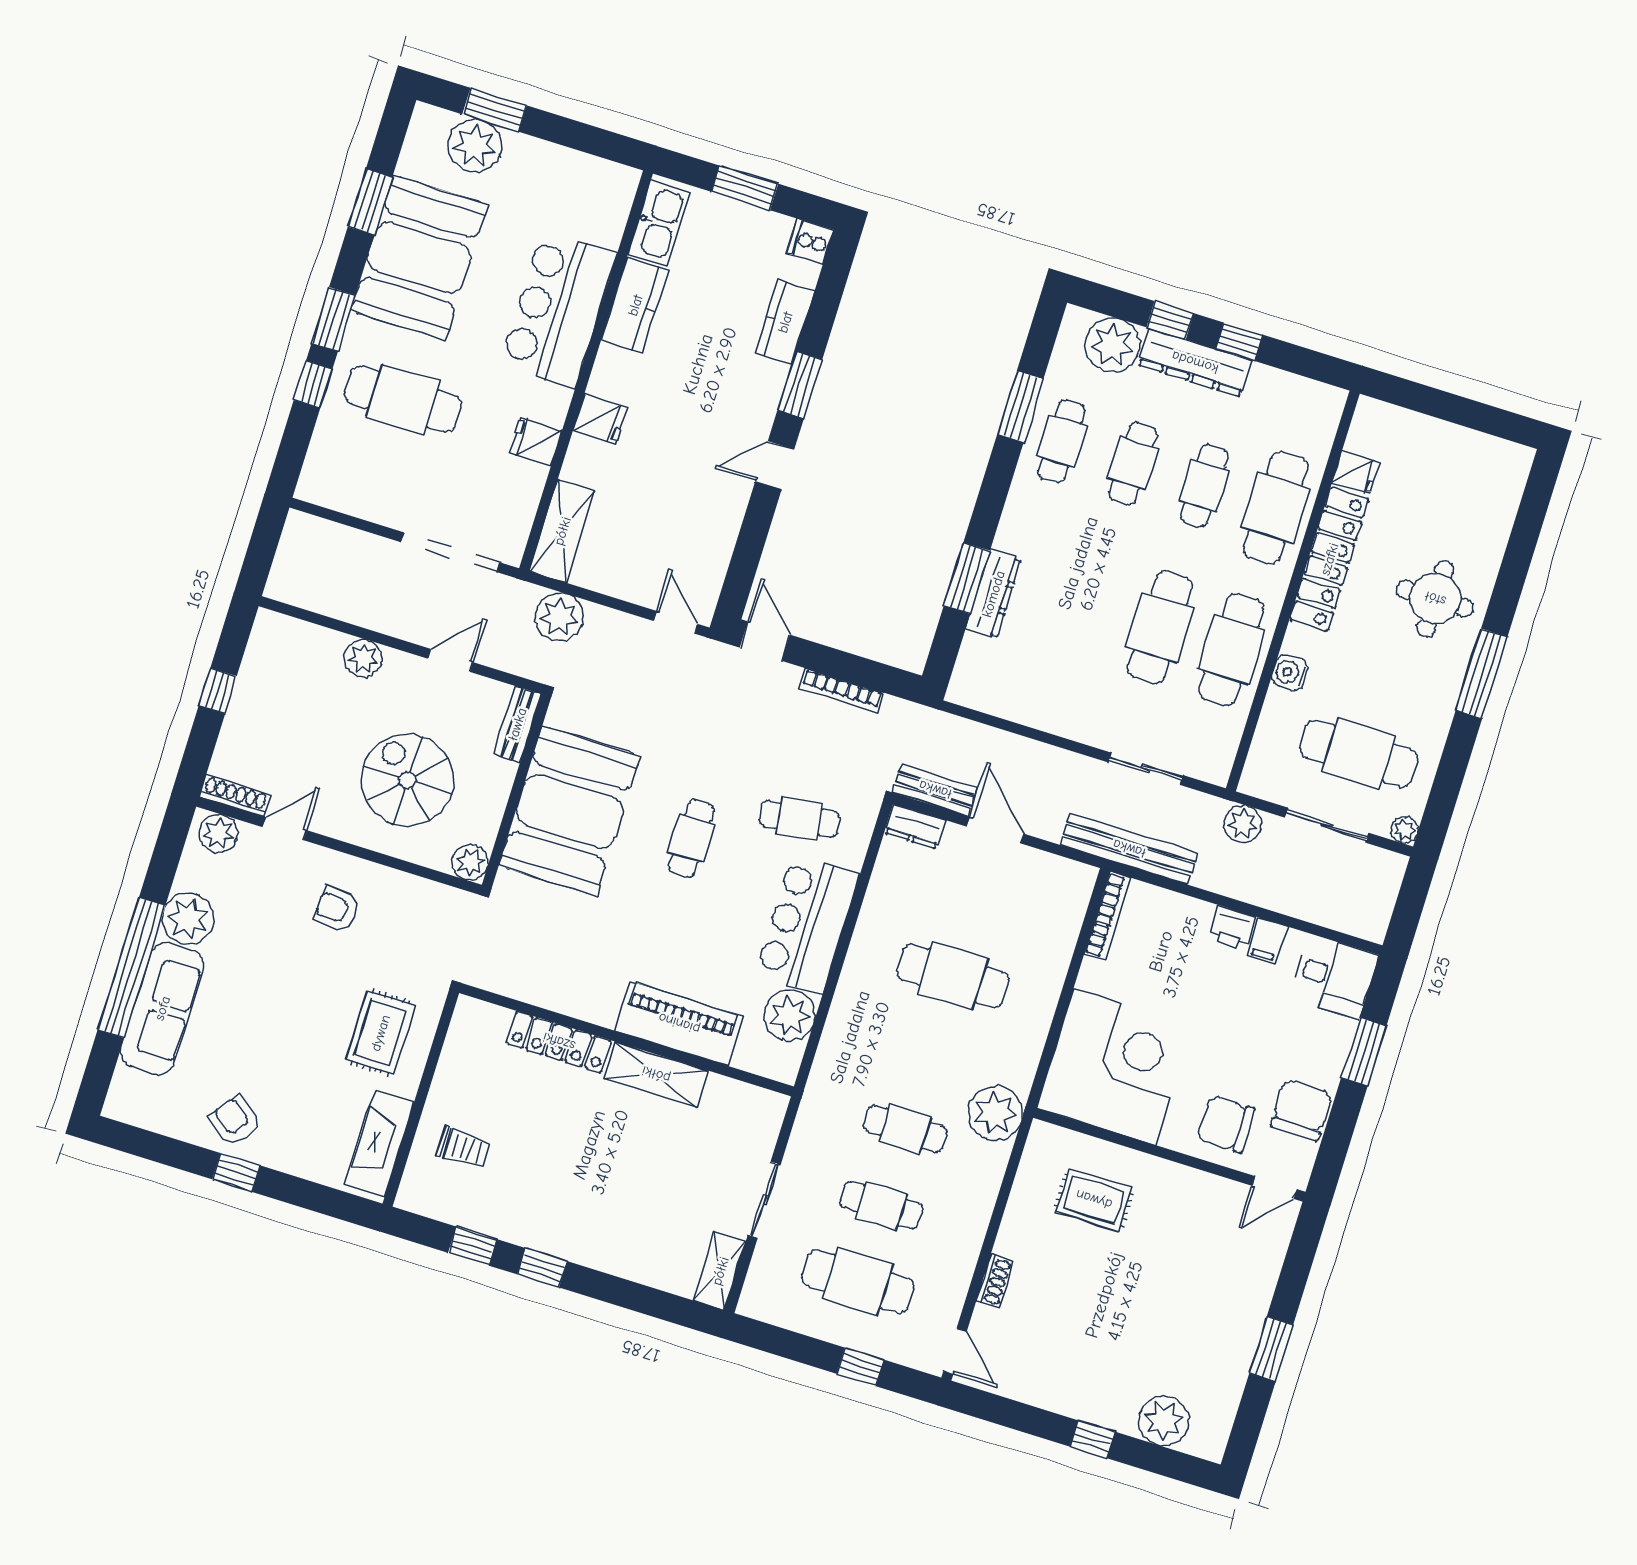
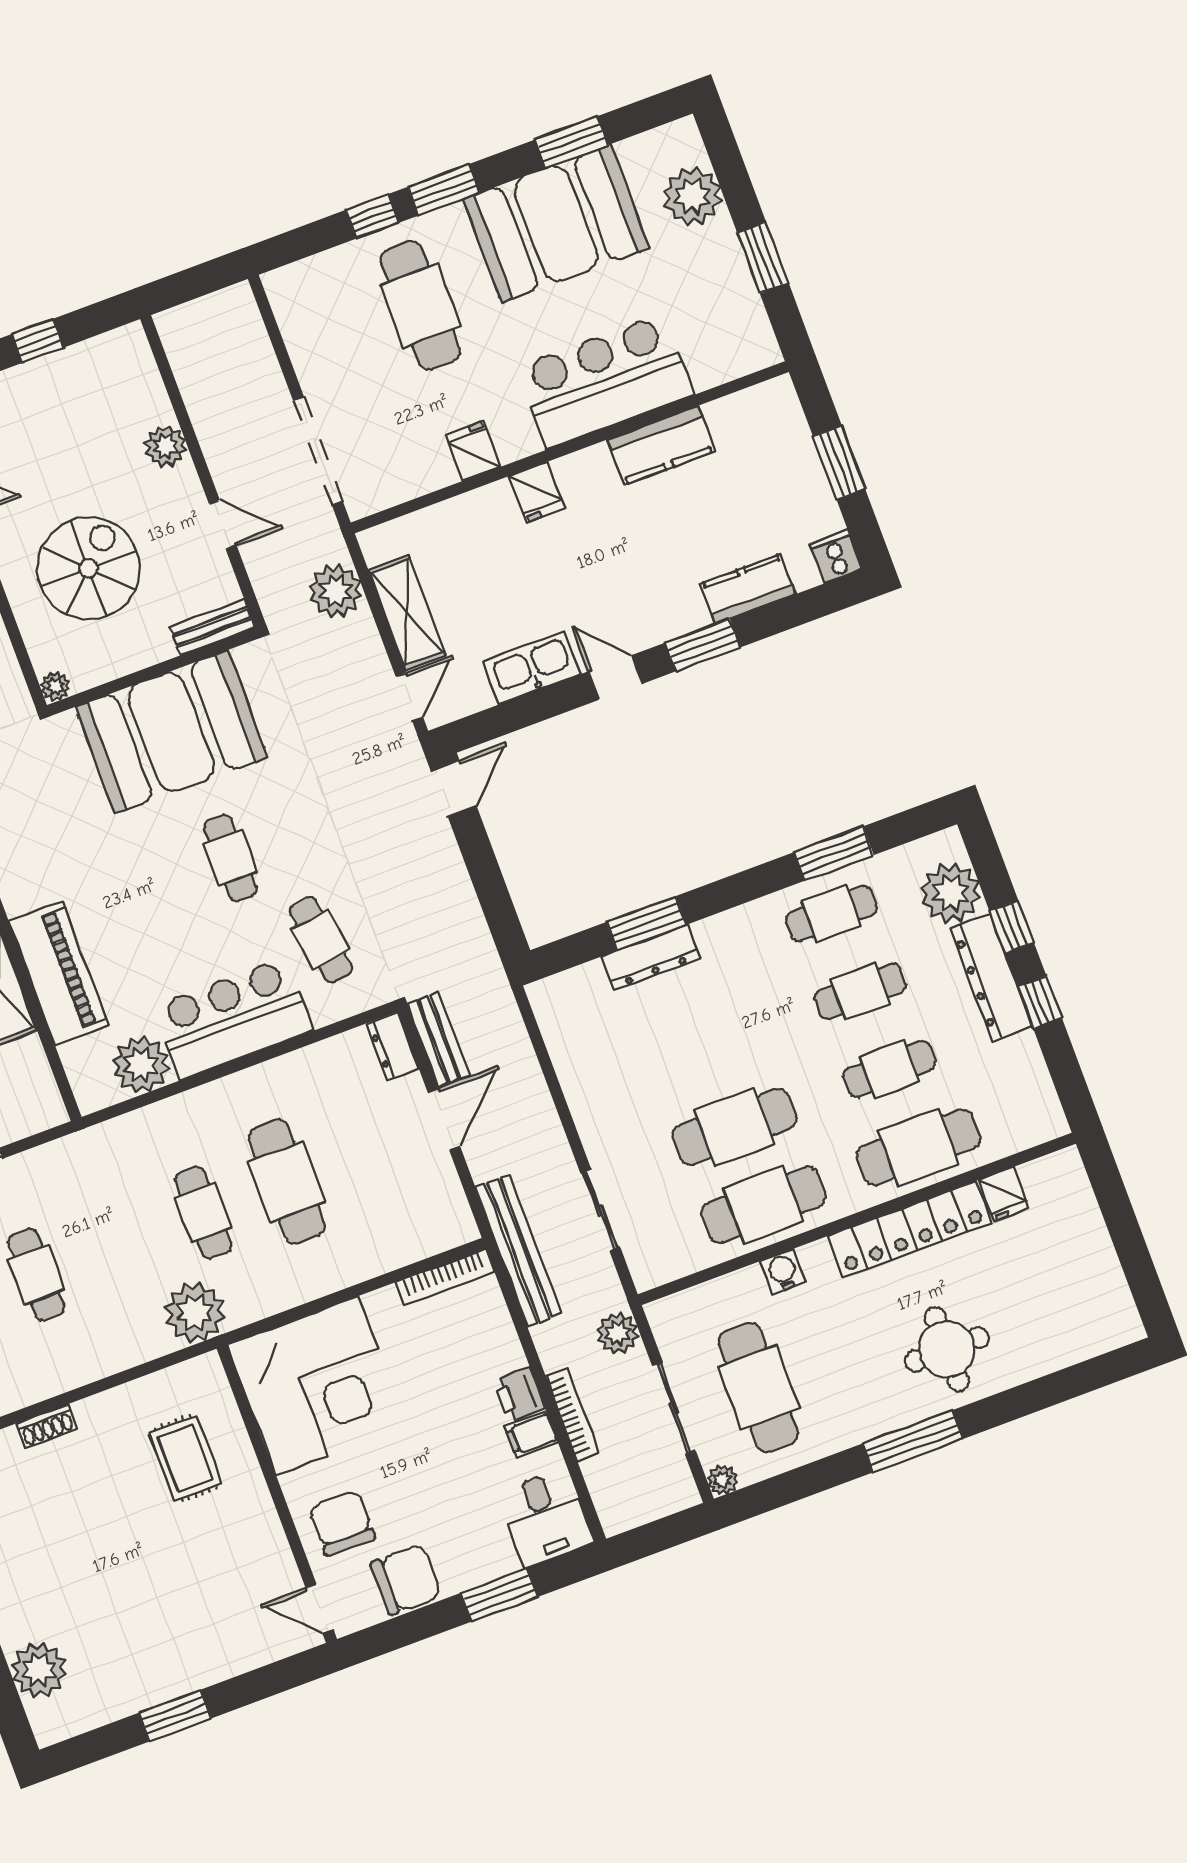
window: (495, 110) -> (763, 258), moved
kitchen sink: (659, 223) -> (532, 668), moved, turned 180
shelving: (562, 531) -> (407, 612), moved, turned 90
bookcase: (841, 691) -> (572, 1415), moved, turned 180
cafe table: (691, 838) -> (230, 858), turned 90
plant: (470, 862) -> (55, 687), width x0.73, depth x0.73
cafe table: (905, 1129) -> (203, 1213), moved

